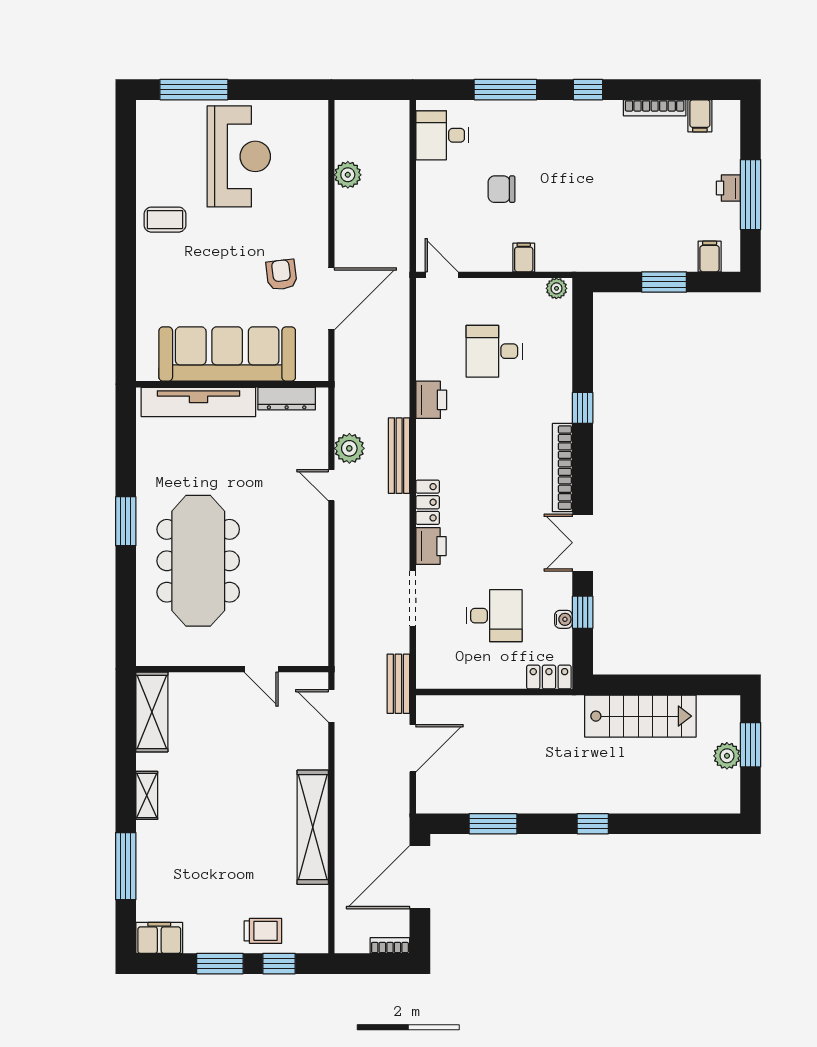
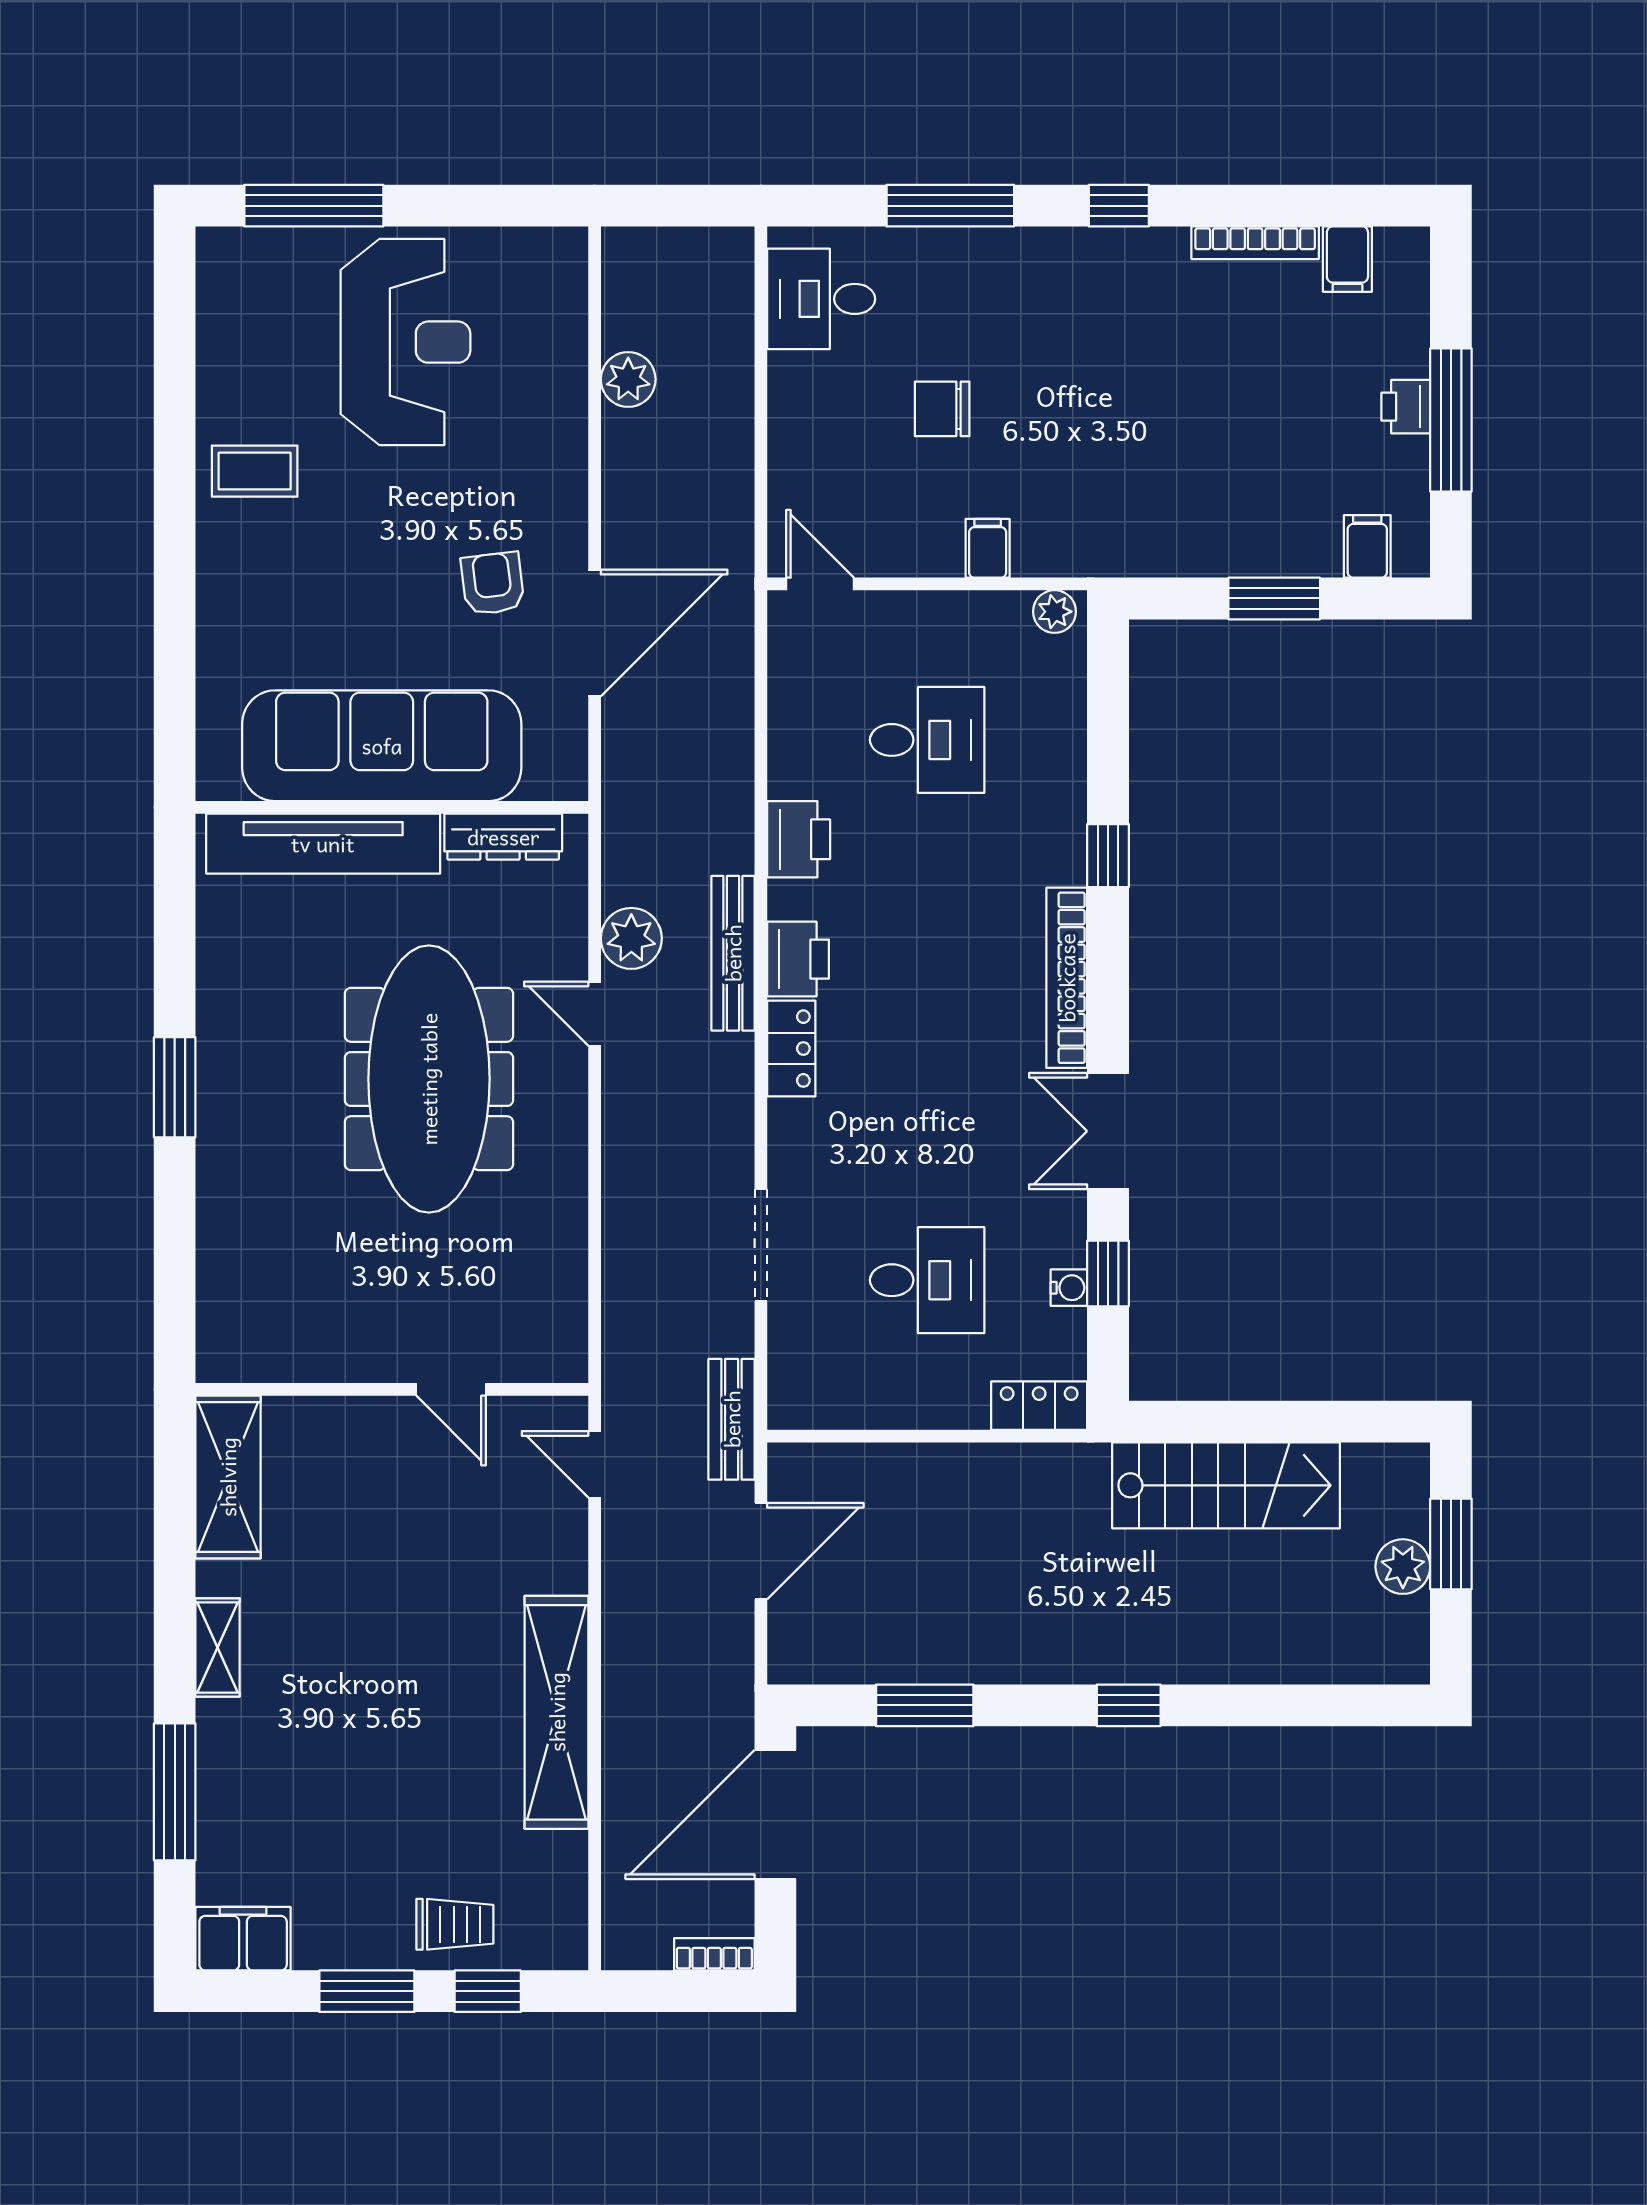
desk: (494, 351) -> (927, 740), turned 180
printer: (431, 546) -> (798, 959), moved
meeting table: (198, 561) -> (429, 1079), moved

